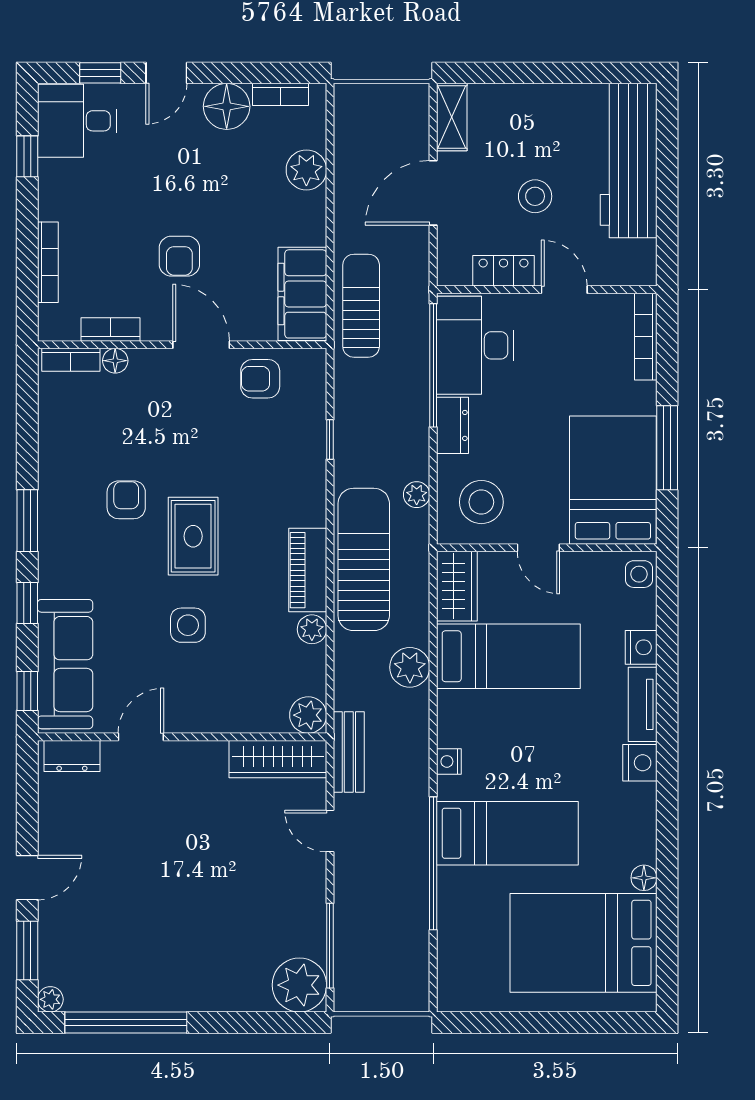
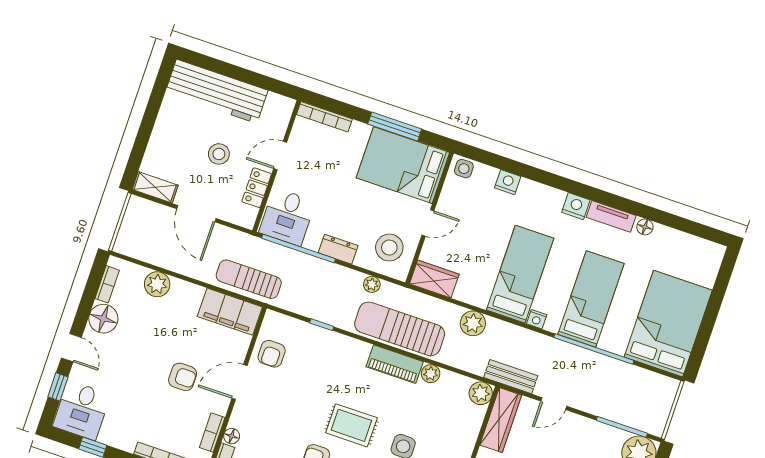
desk: (475, 345) -> (287, 217), width x0.73
bed: (508, 656) -> (520, 274), moved
tv unit: (643, 704) -> (611, 216), moved
bed: (584, 943) -> (668, 324), moved, turned 180

